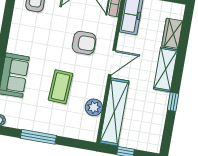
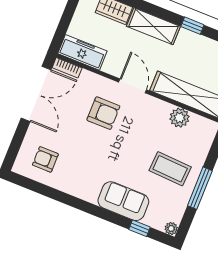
armchair: (84, 43) -> (103, 113), turned 90
coffee table: (61, 87) -> (170, 169), moved

